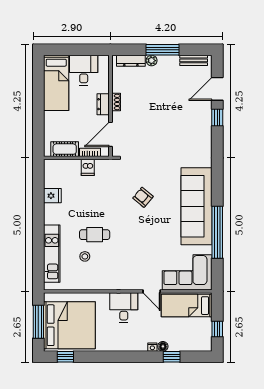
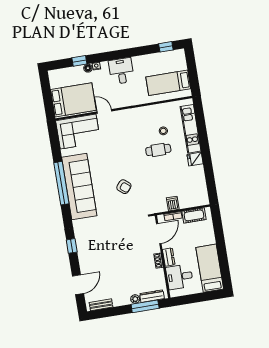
window: (163, 50) -> (145, 306), moved
desk: (84, 70) -> (180, 277), moved, turned 90
window: (217, 118) -> (72, 246), moved
fridge: (52, 196) -> (195, 159), moved
window: (217, 232) -> (61, 183), moved
bed: (187, 306) -> (73, 100), width x1.50
desk: (124, 308) -> (121, 71), moved, turned 180
window: (38, 322) -> (192, 72), removed
bed: (69, 325) -> (168, 83), width x0.49
window: (217, 329) -> (46, 90), removed

